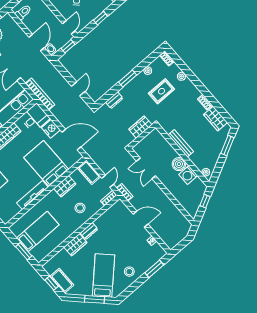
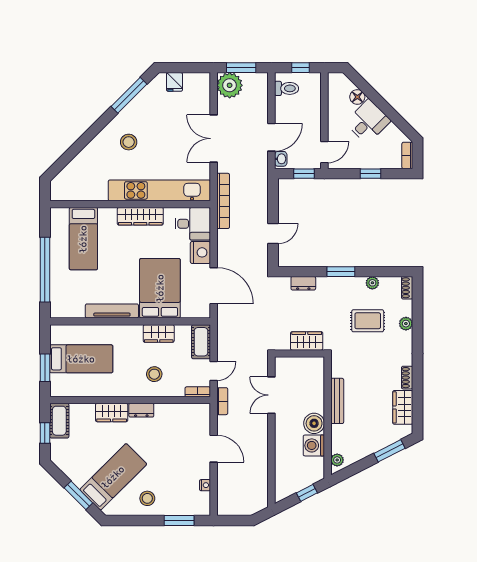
cot: (62, 281) -> (59, 421), moved

